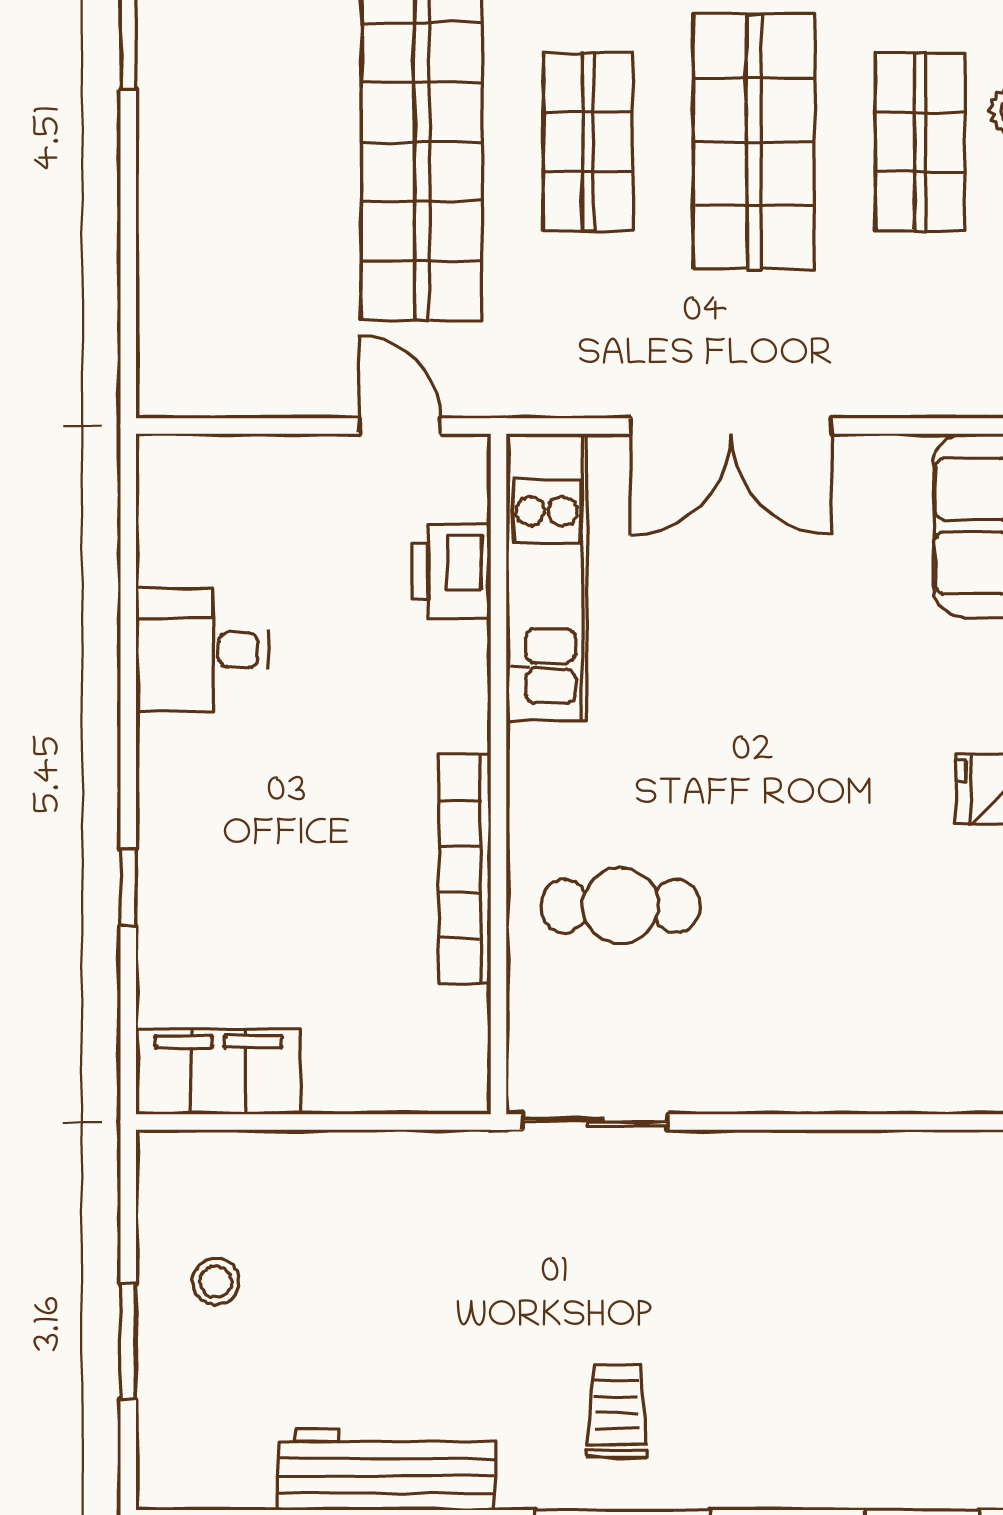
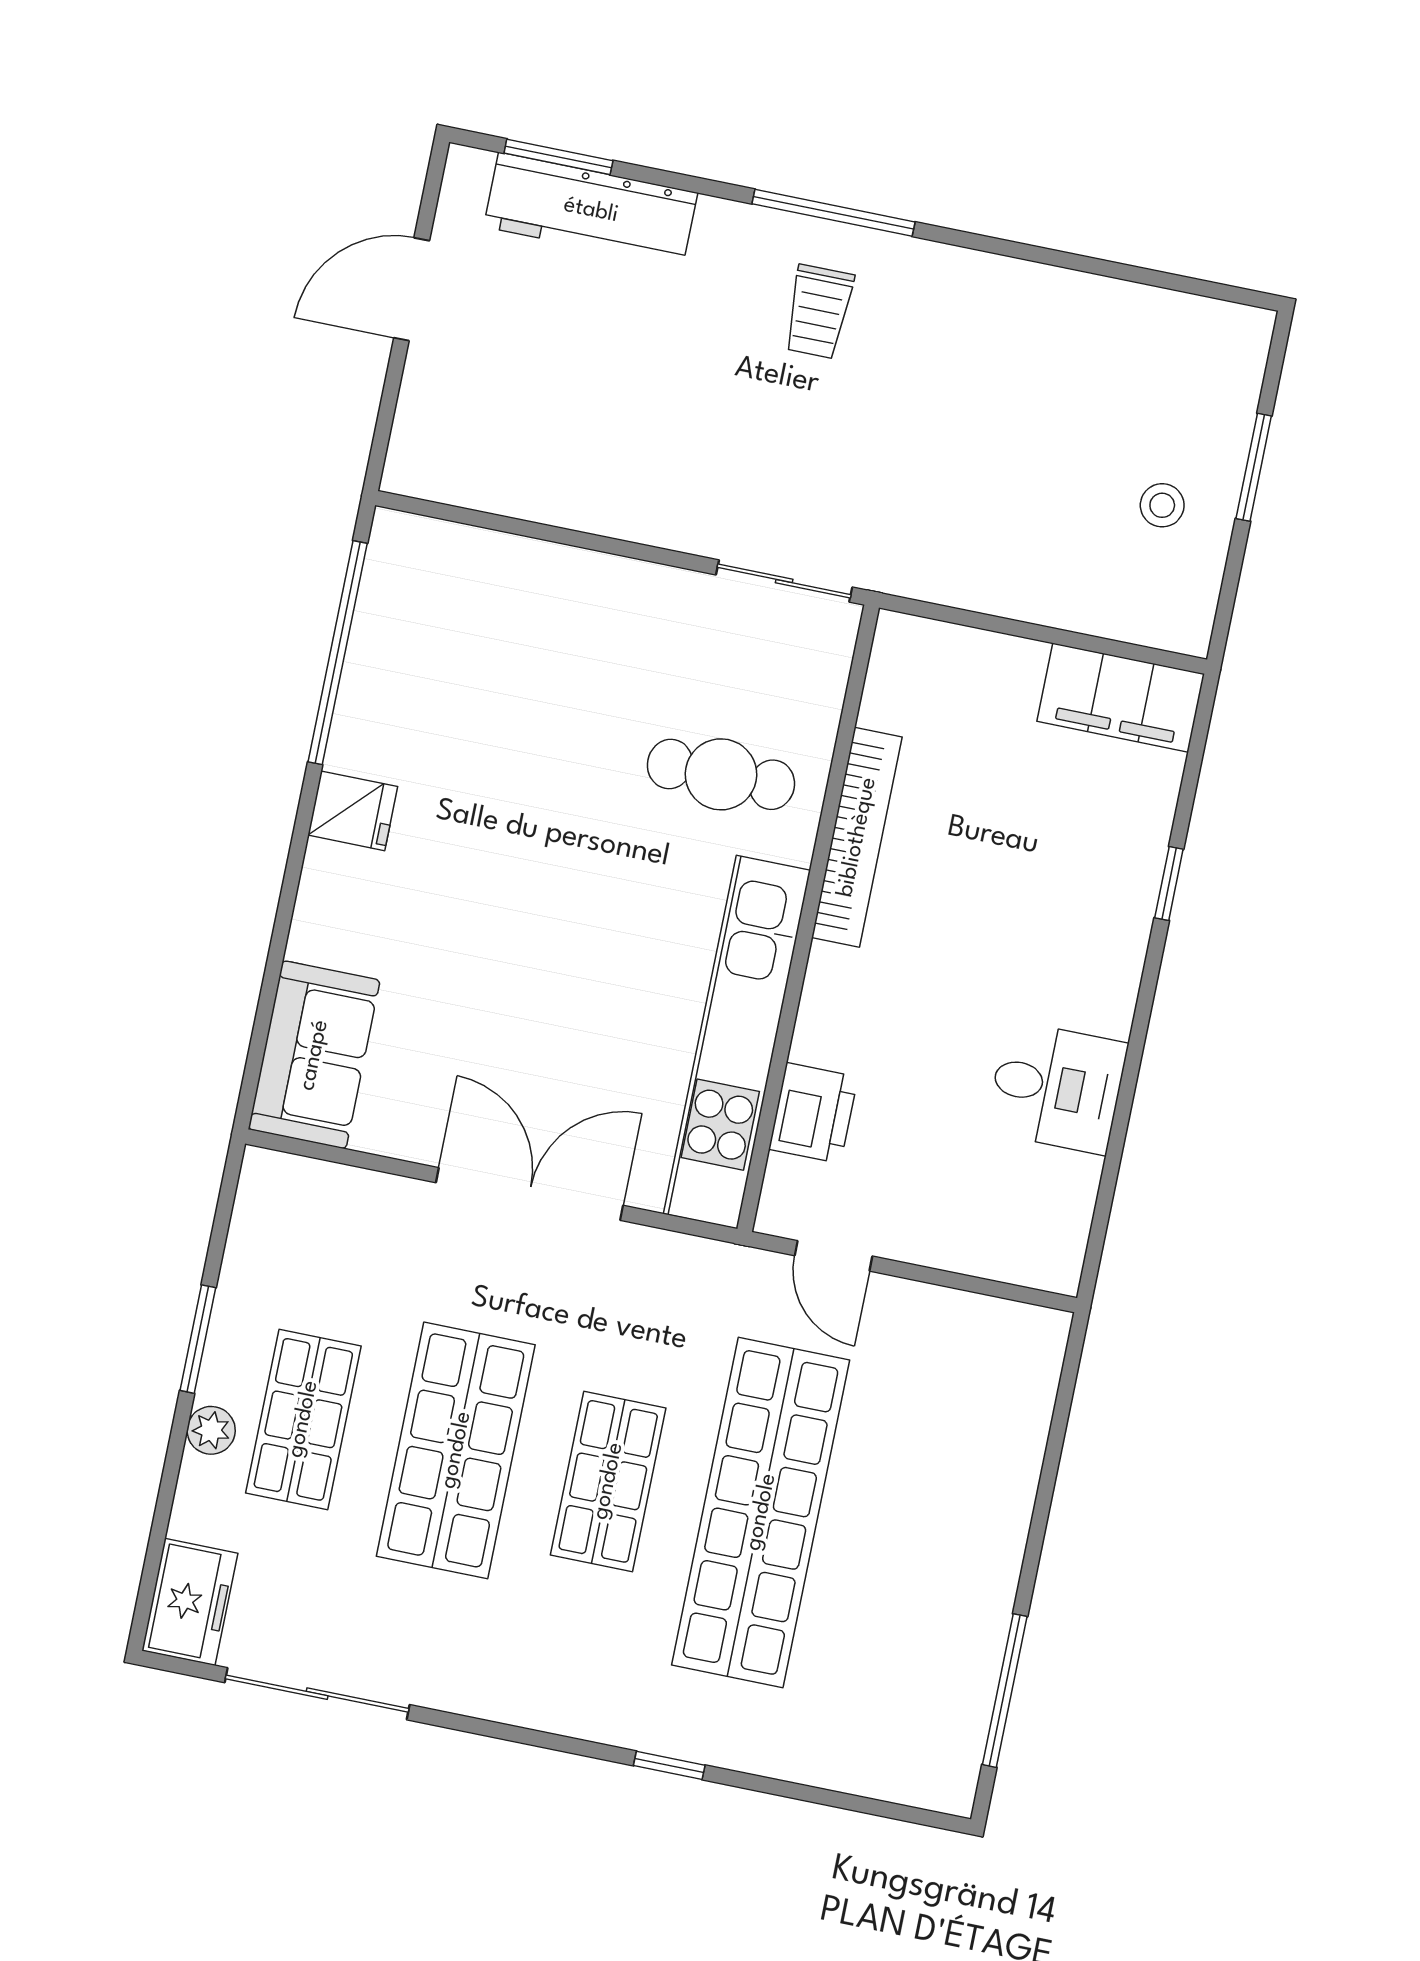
kitchen unit: (547, 577) -> (737, 1042), width x1.36
workbench: (386, 1469) -> (591, 210), moved

